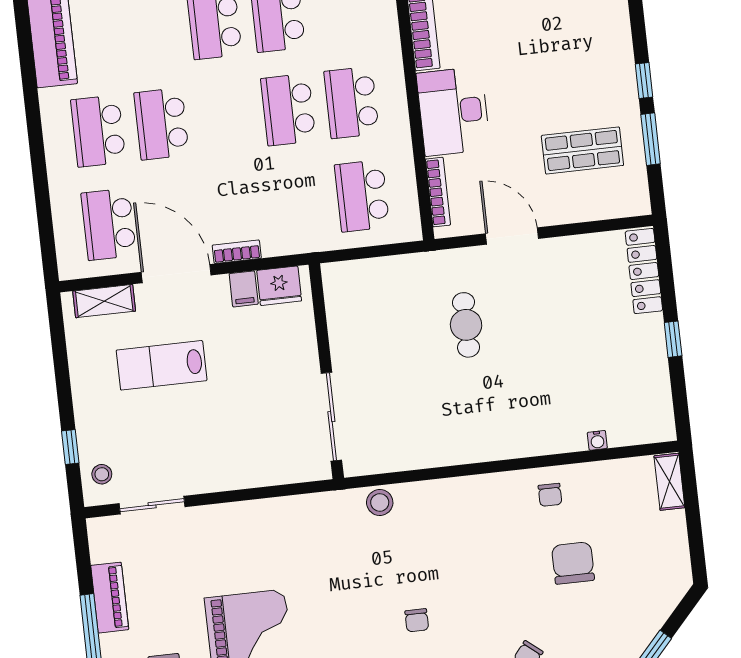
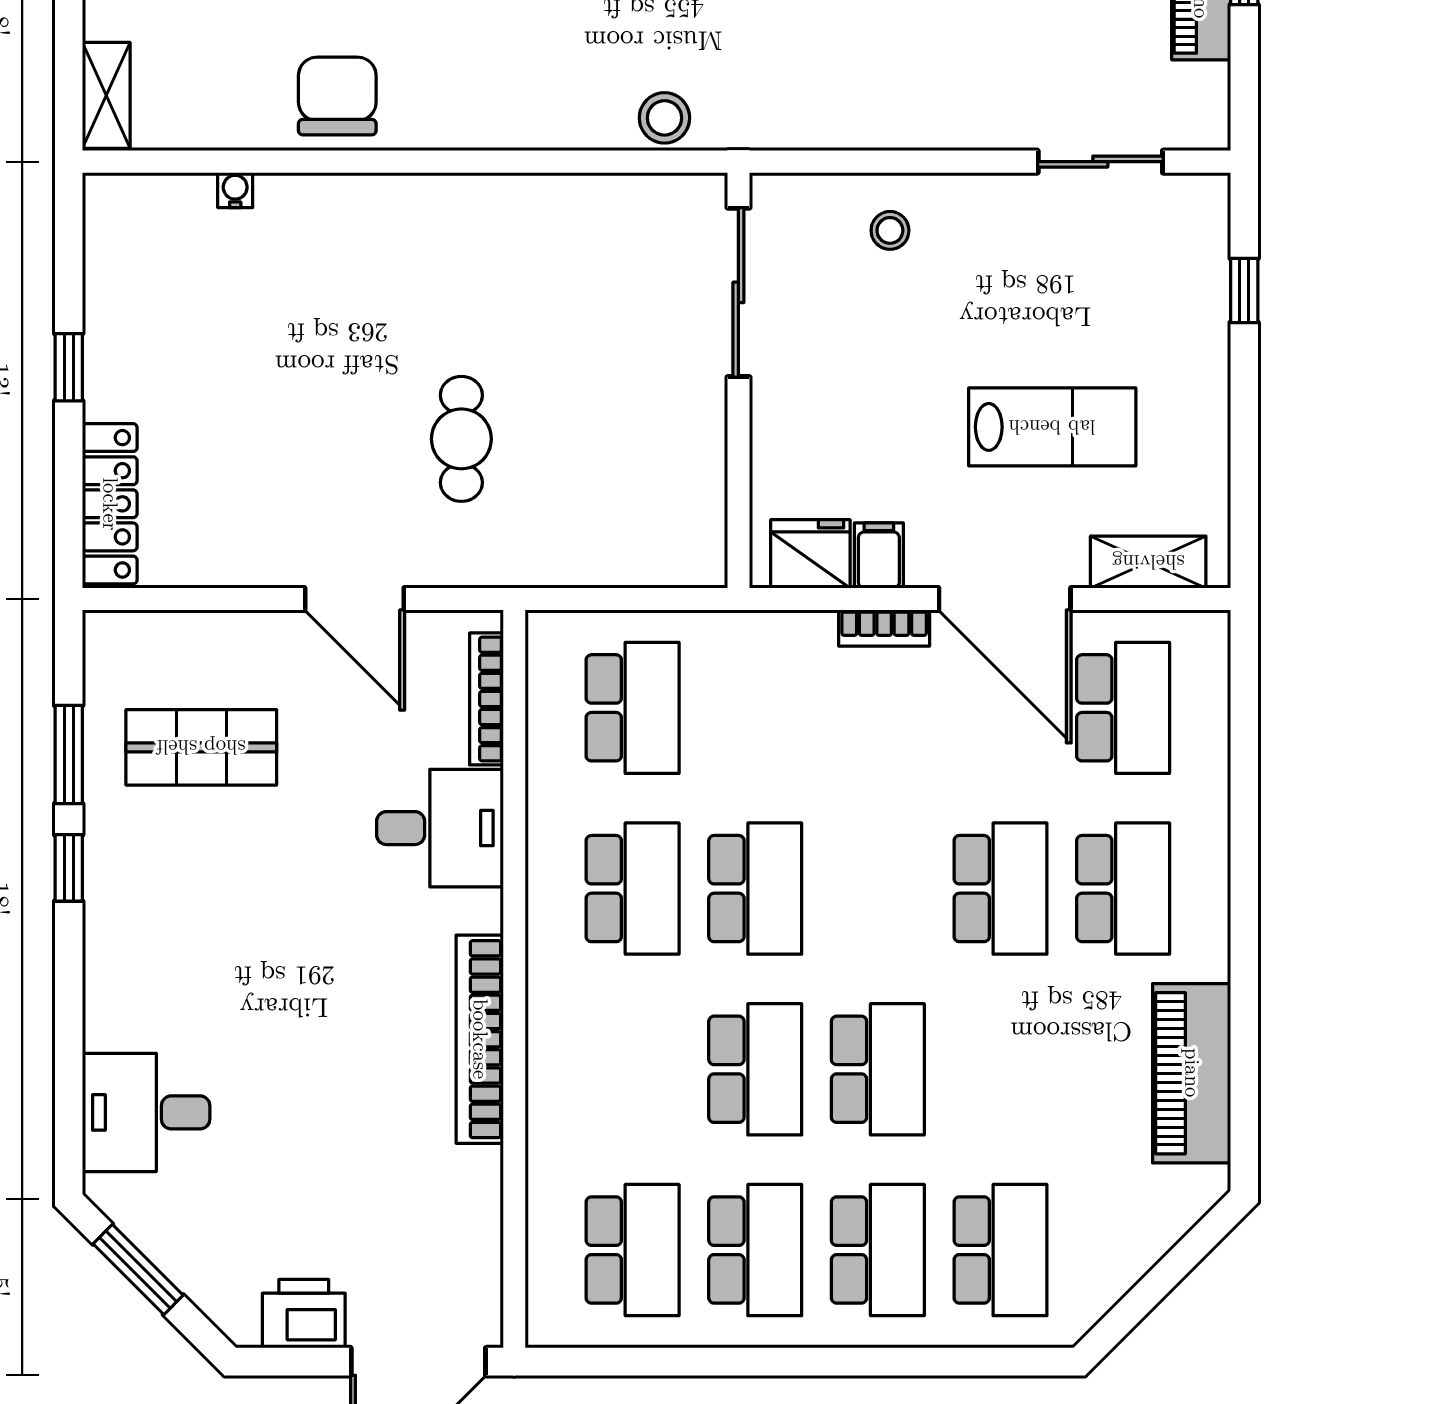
desk: (453, 111) -> (440, 828), width x0.73
stool: (102, 474) -> (890, 230), moved
chair: (550, 495) -> (337, 96), width x1.87, depth x1.87

